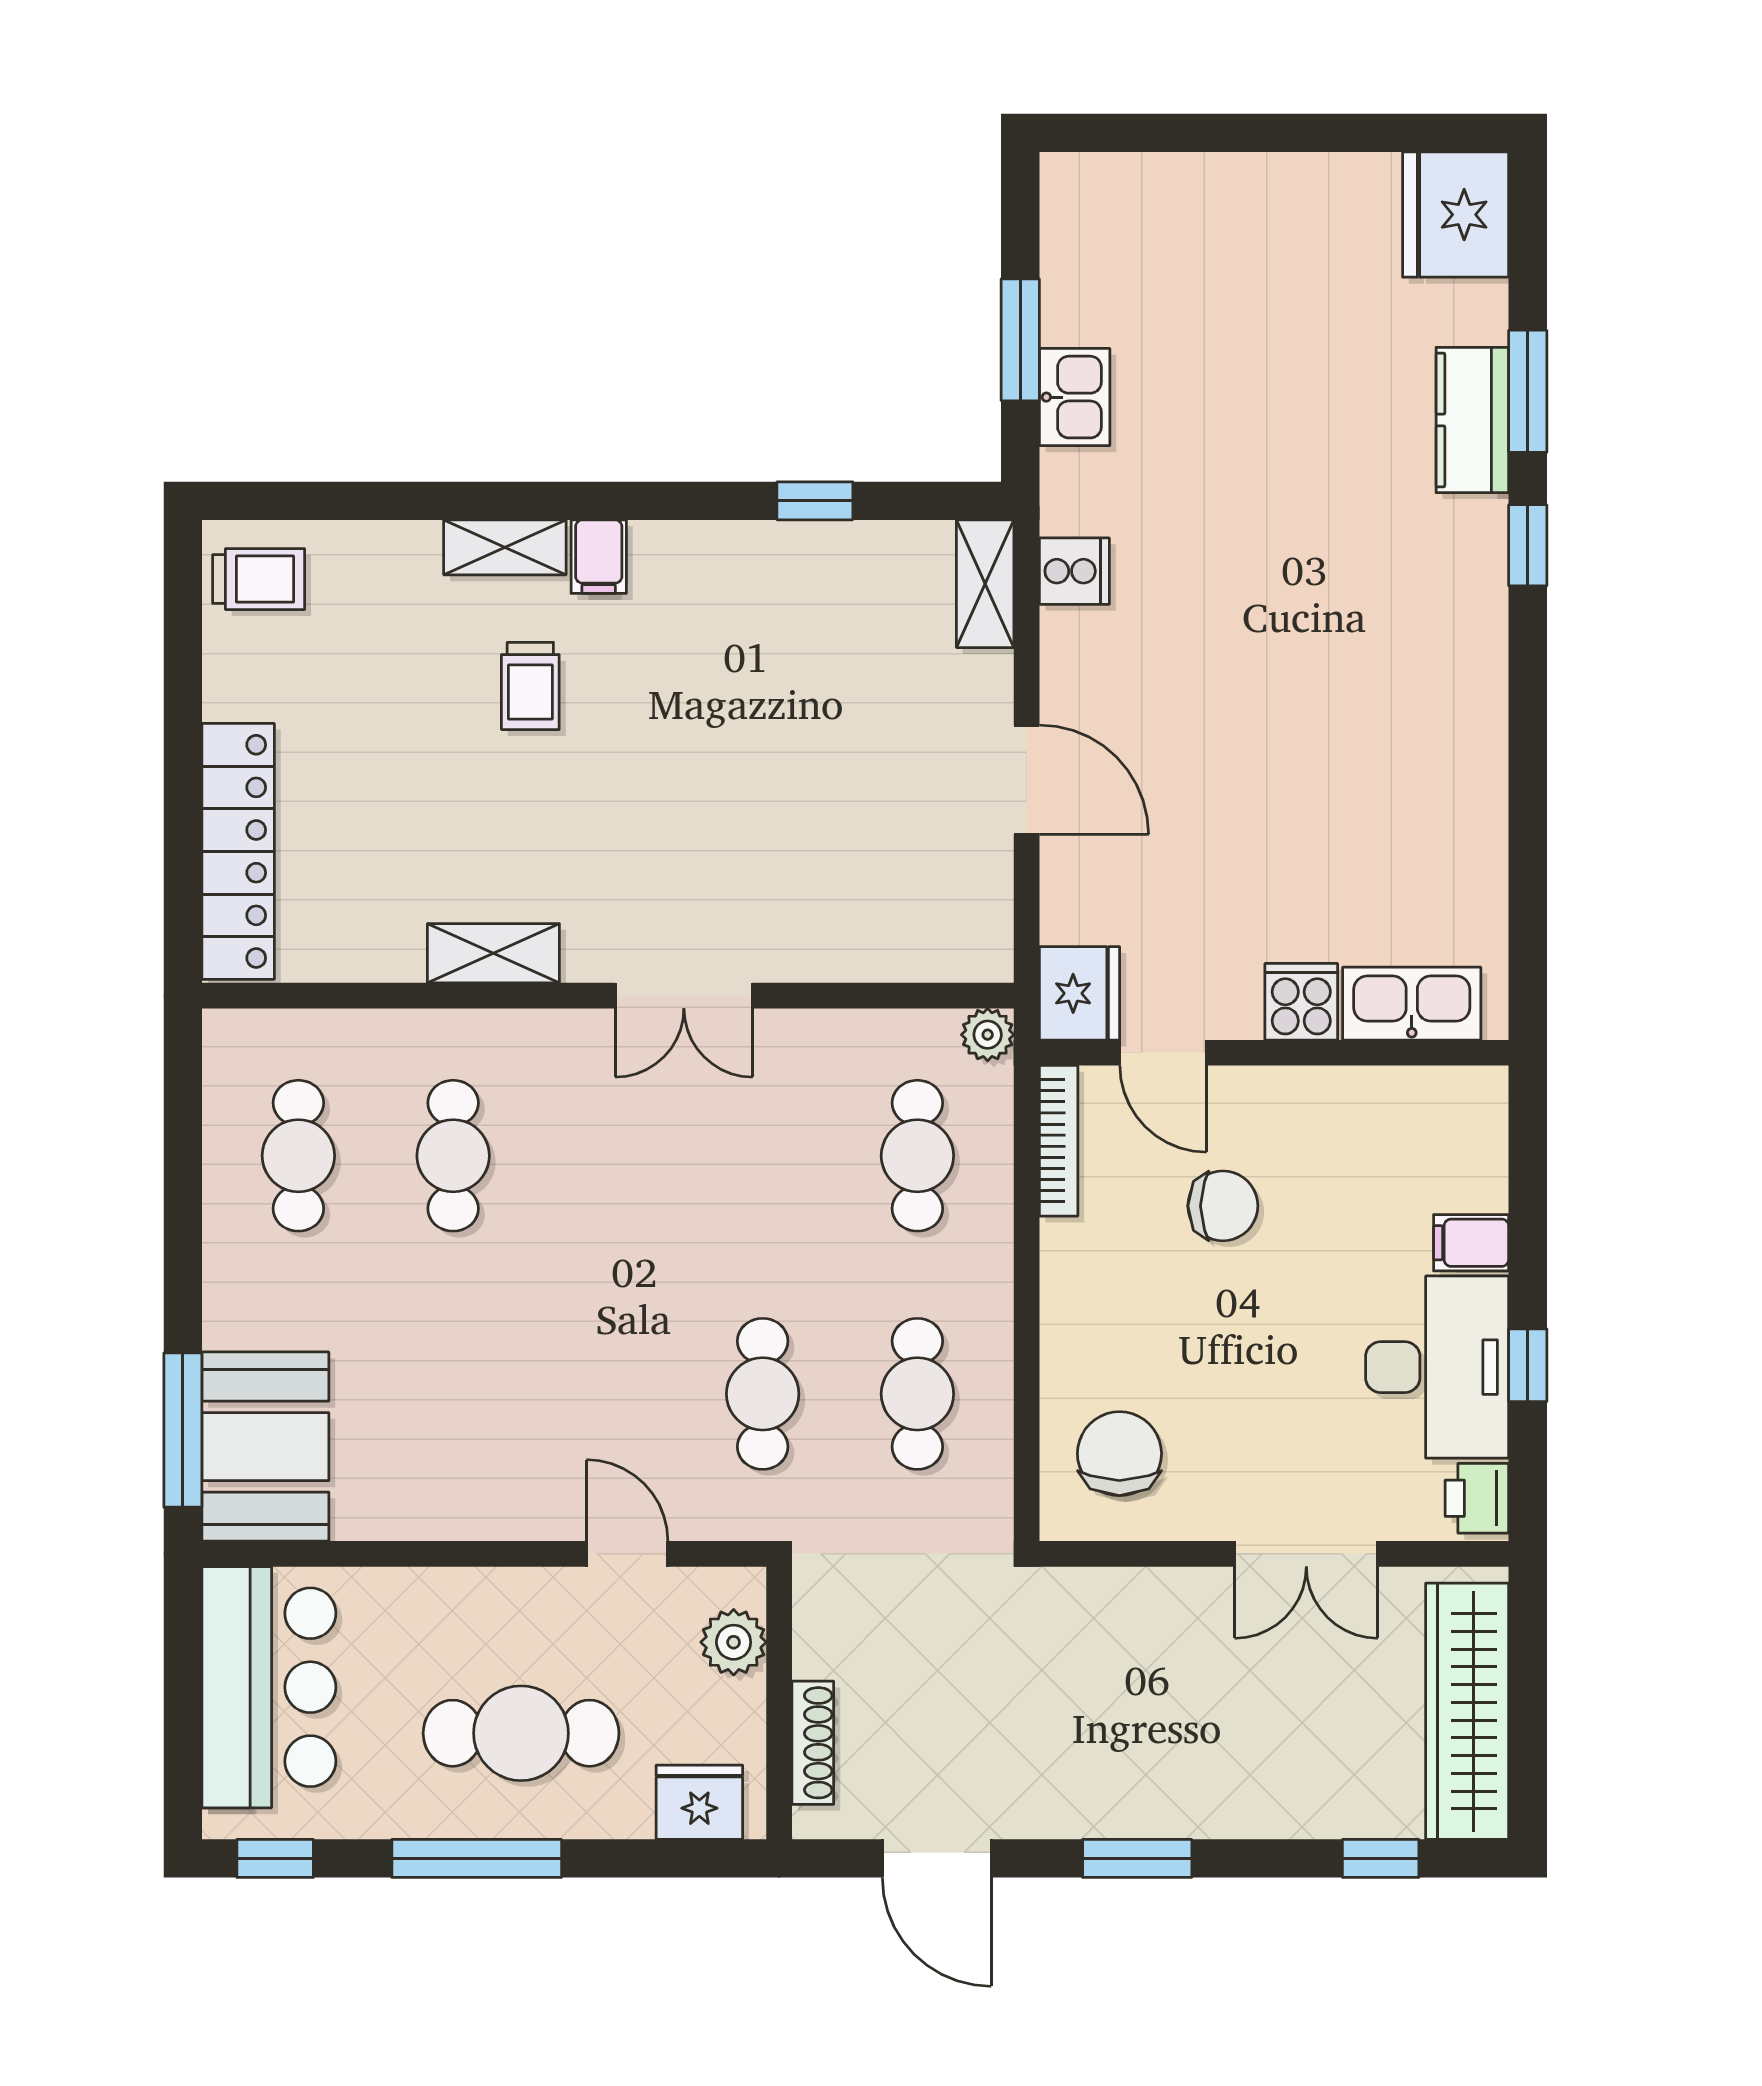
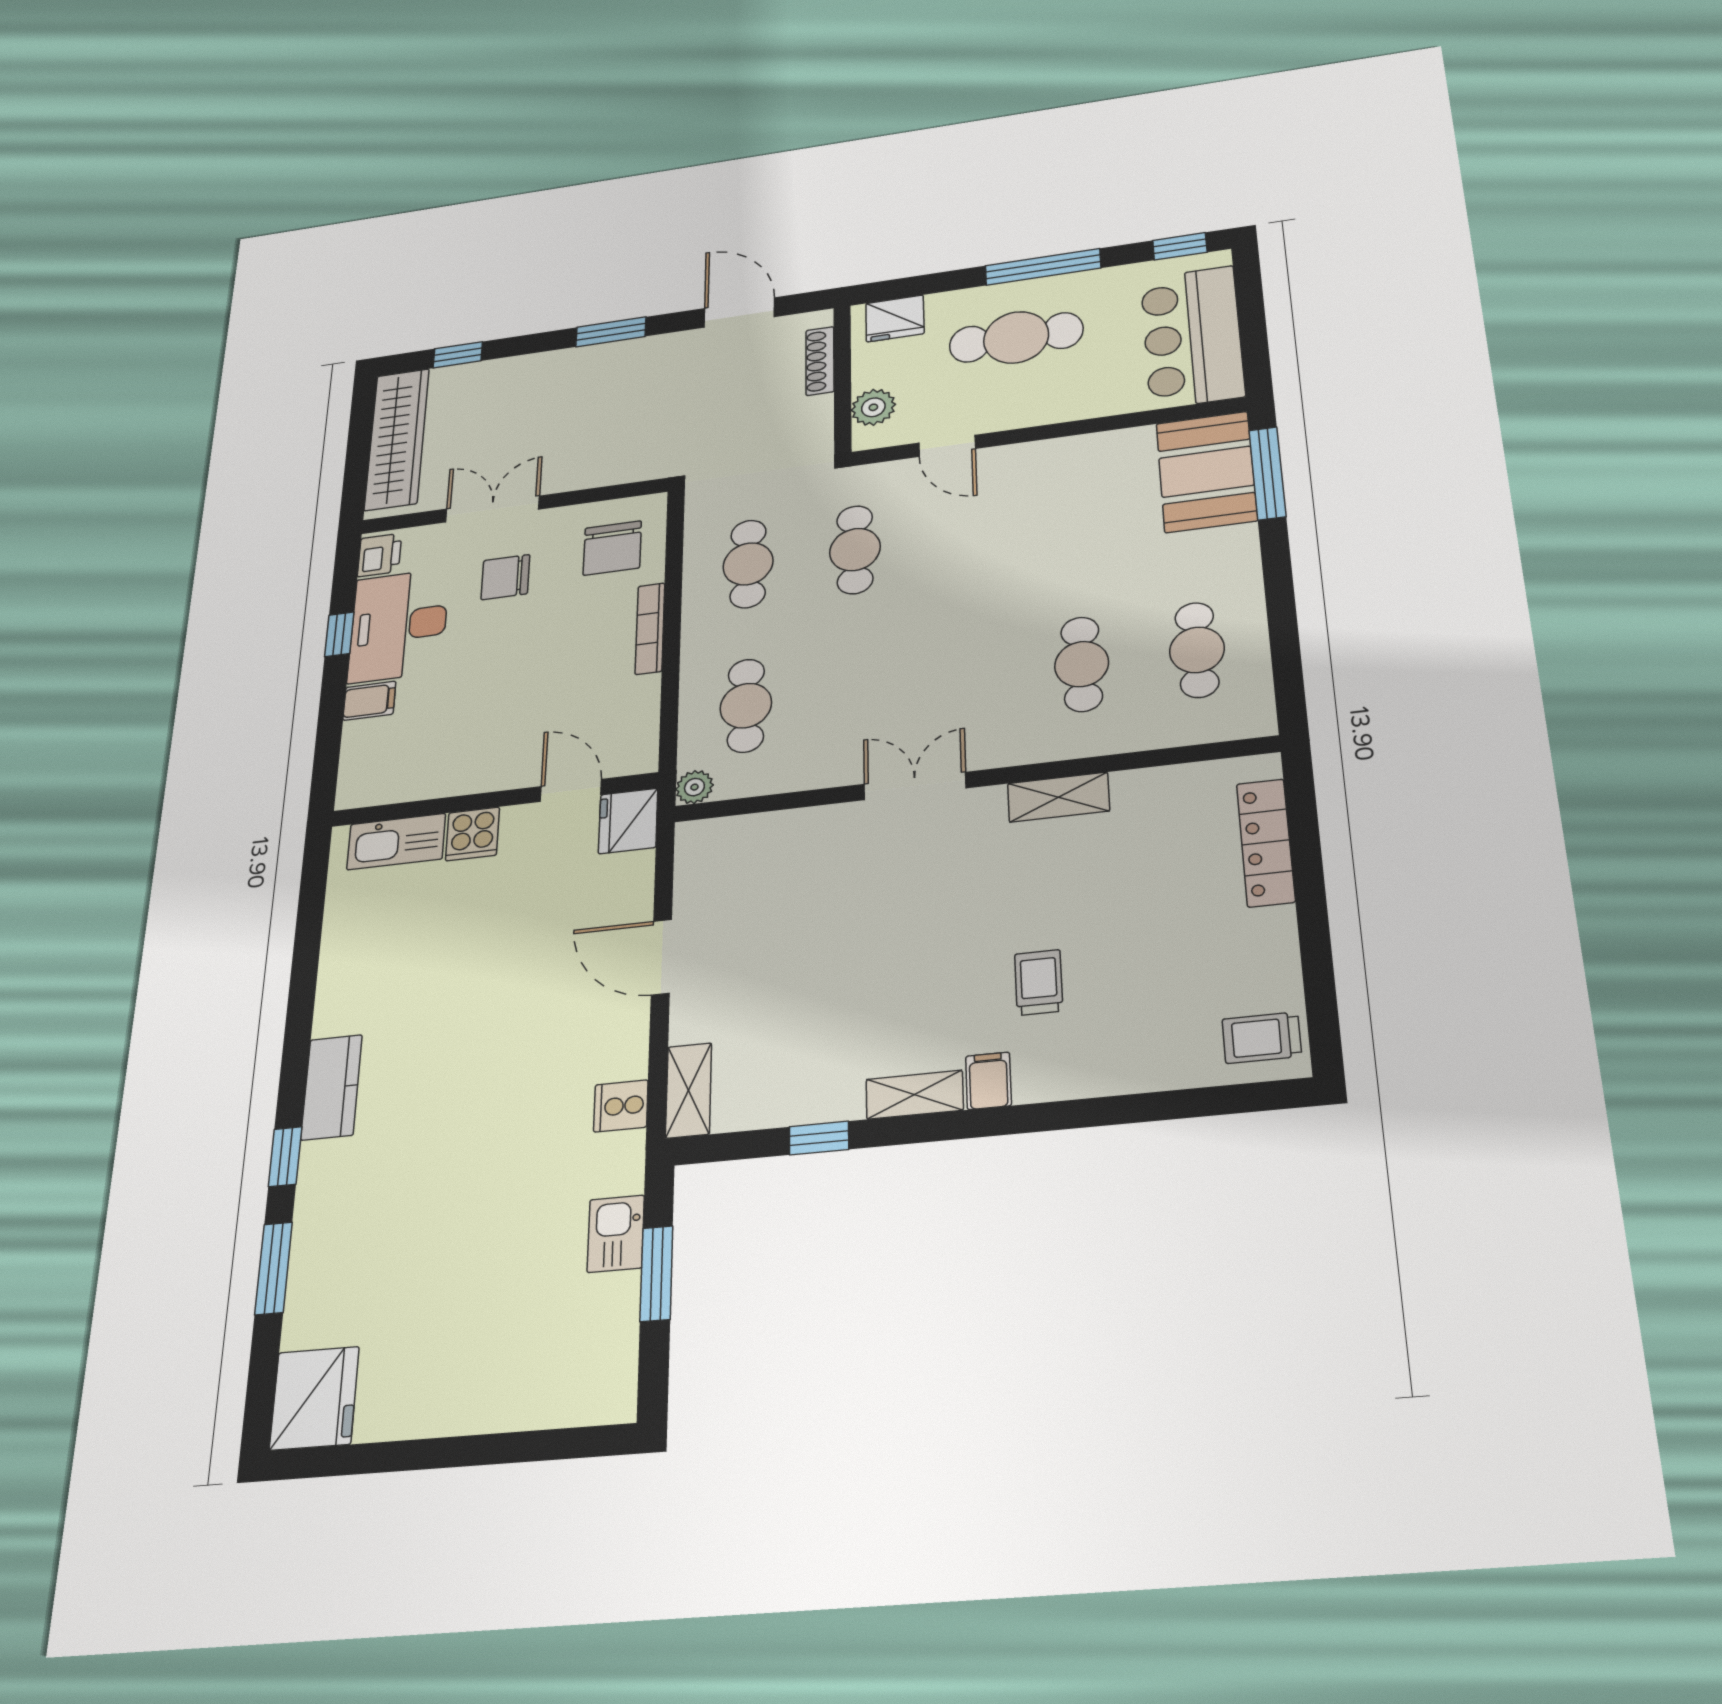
kitchen counter: (1472, 420) -> (332, 1087), moved
shelving: (505, 547) -> (915, 1095), moved
locker: (238, 851) -> (1266, 843), width x0.71, depth x0.83
bookcase: (1059, 1141) -> (650, 628), moved
chair: (1223, 1206) -> (505, 577), moved

